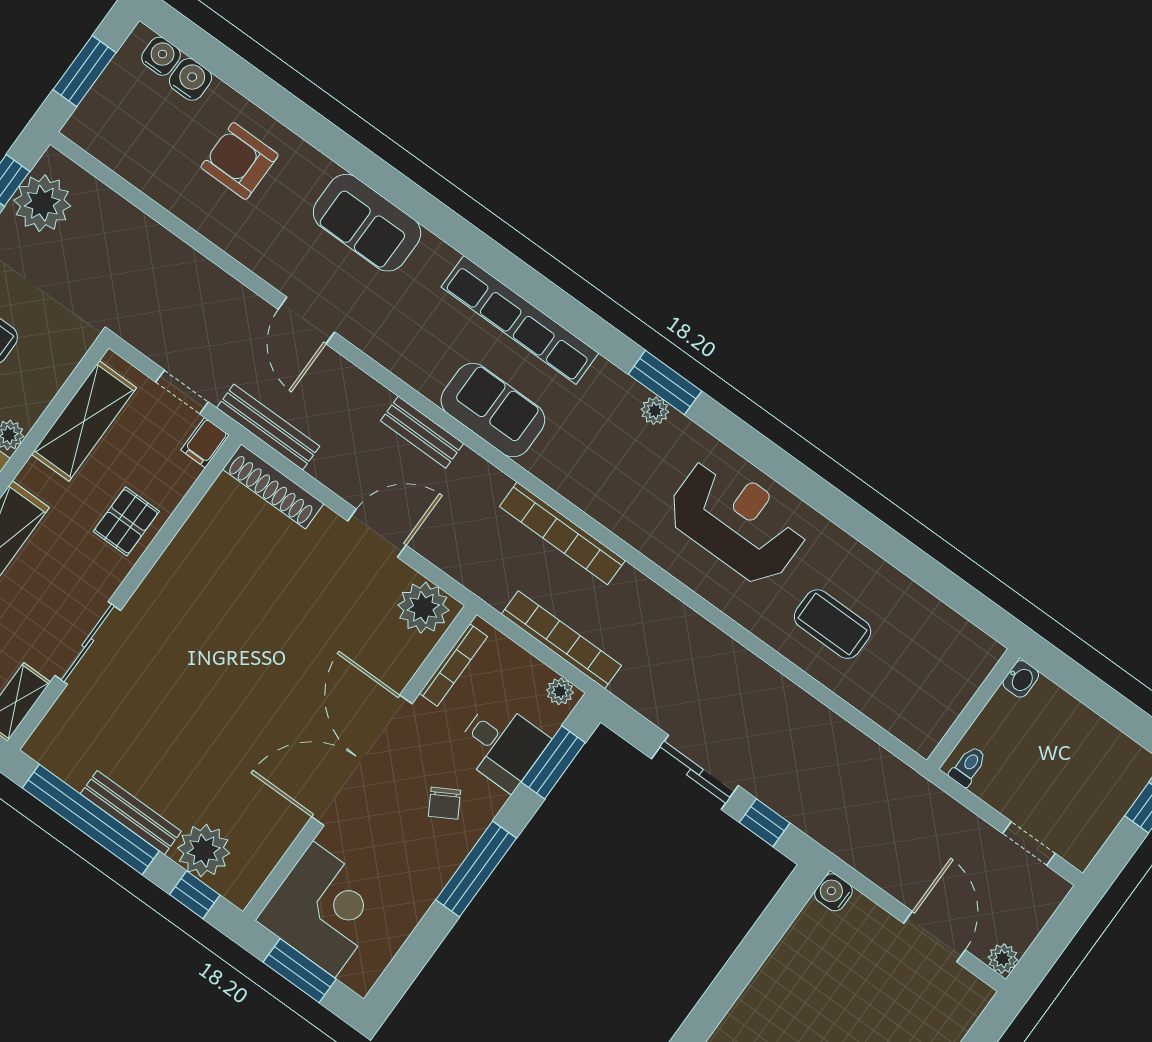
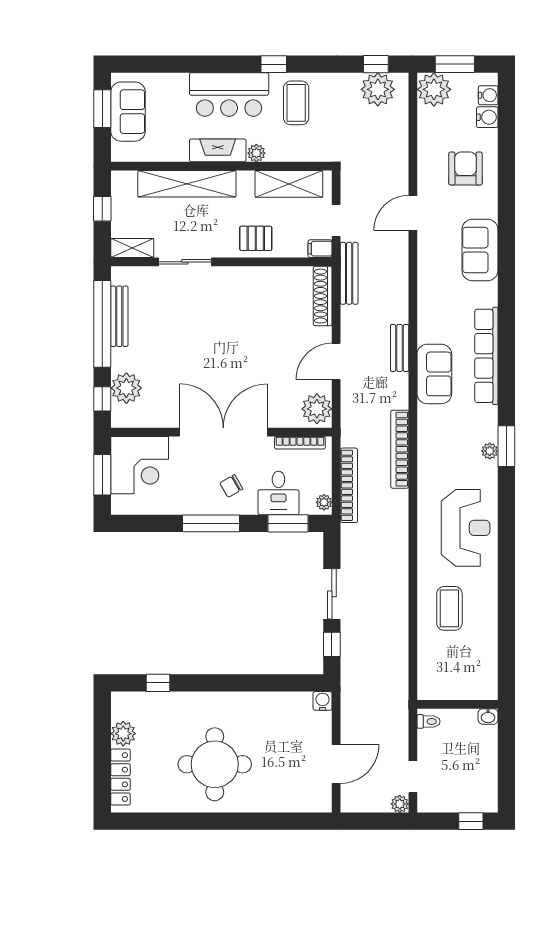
plant: (99, 126) -> (434, 89), added
door: (307, 321) -> (413, 213), moved
door: (377, 533) -> (336, 361), swing flipped
bench: (131, 813) -> (119, 316), moved
plant: (1003, 959) -> (400, 804), moved

